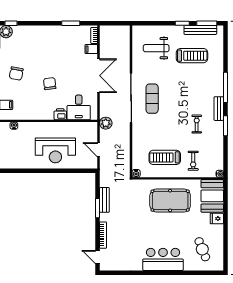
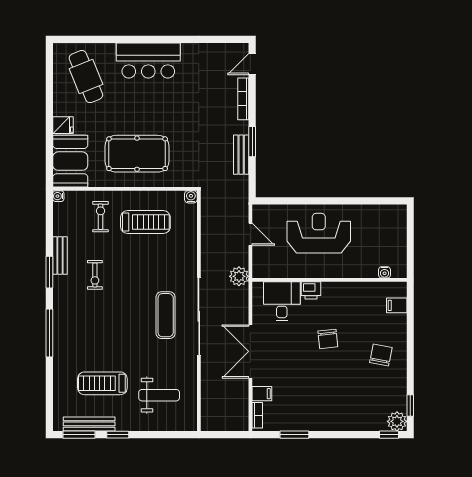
bench: (219, 109) -> (60, 255), moved
cafe table: (202, 249) -> (86, 77), width x1.37, depth x1.35
door: (97, 257) -> (252, 64), swing flipped

